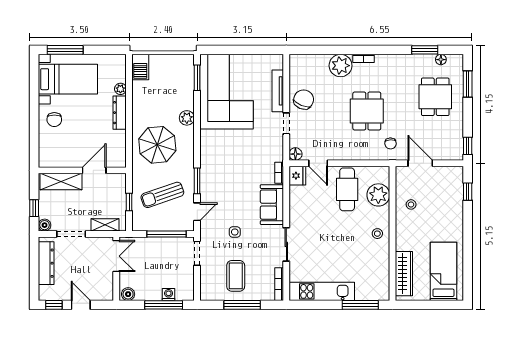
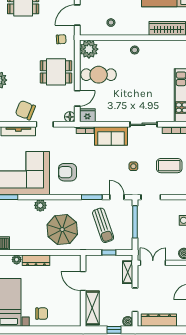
dining table: (367, 111) -> (56, 72), moved
armchair: (228, 151) -> (67, 172), added
plant: (378, 195) -> (89, 49), moved

